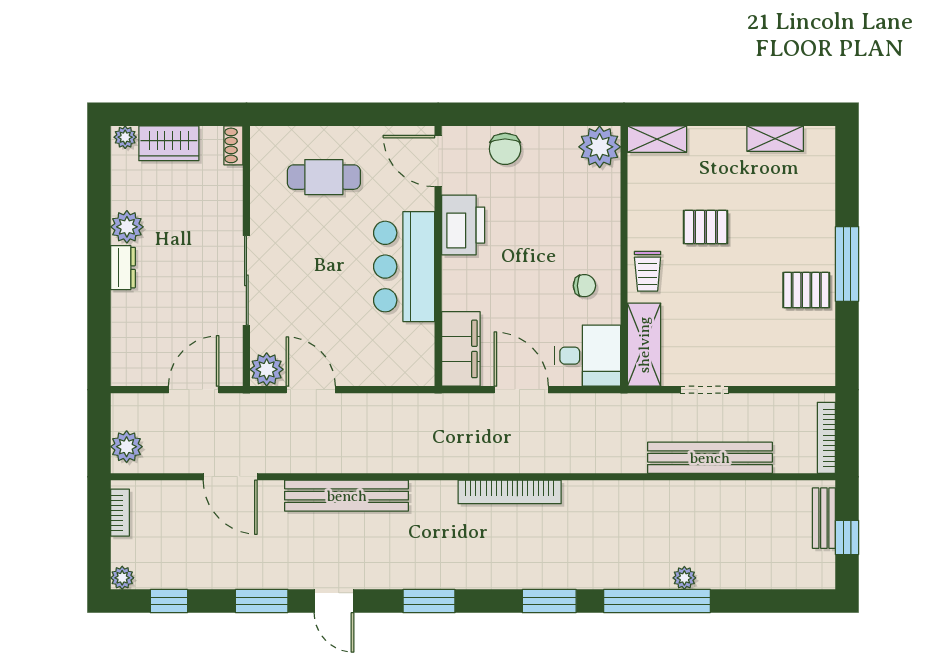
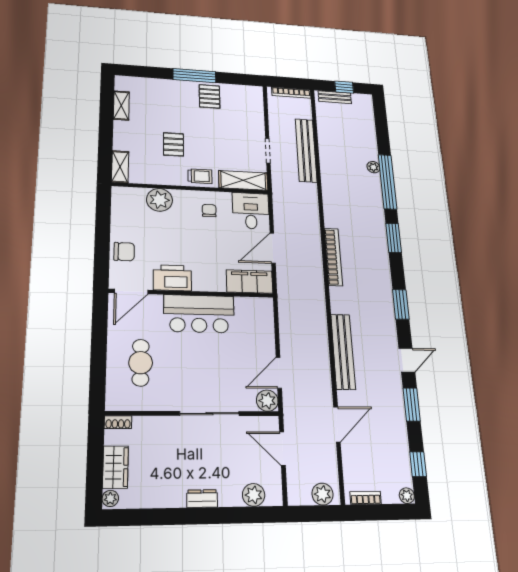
plant: (600, 147) -> (159, 200), moved
plant: (127, 227) -> (254, 495), moved

